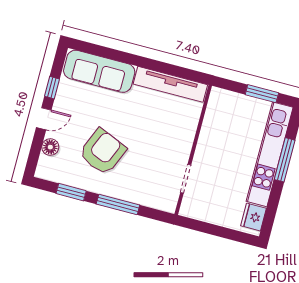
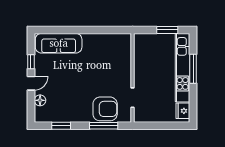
tv unit: (170, 84) -> (107, 40), removed
armchair: (103, 152) -> (105, 109), moved, turned 67
window: (118, 204) -> (104, 126), moved

